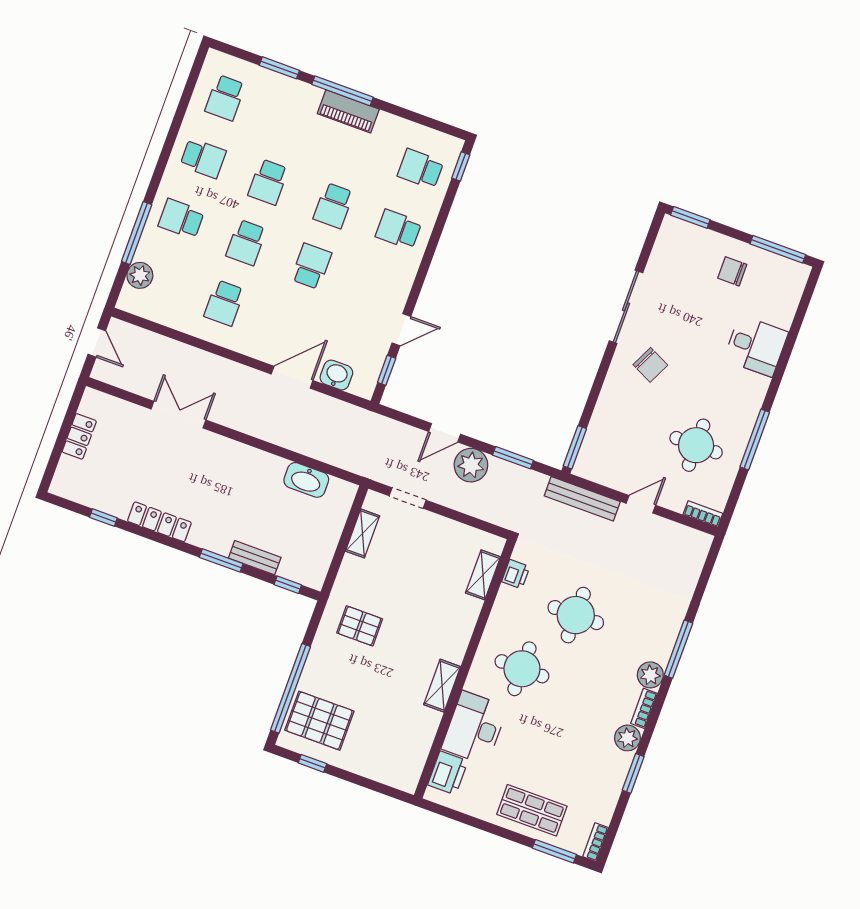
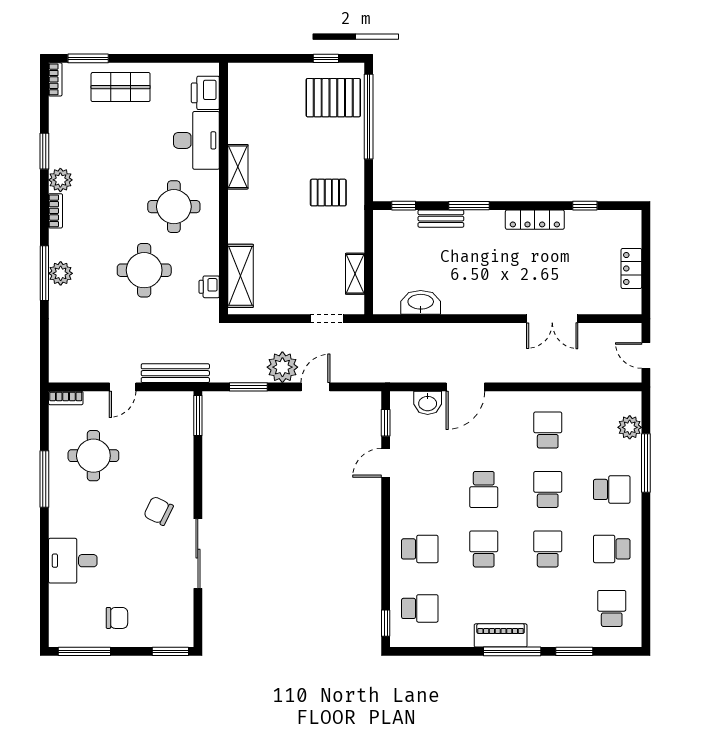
shelving: (483, 575) -> (240, 276), width x1.50, depth x1.33
plant: (650, 675) -> (61, 273), moved

